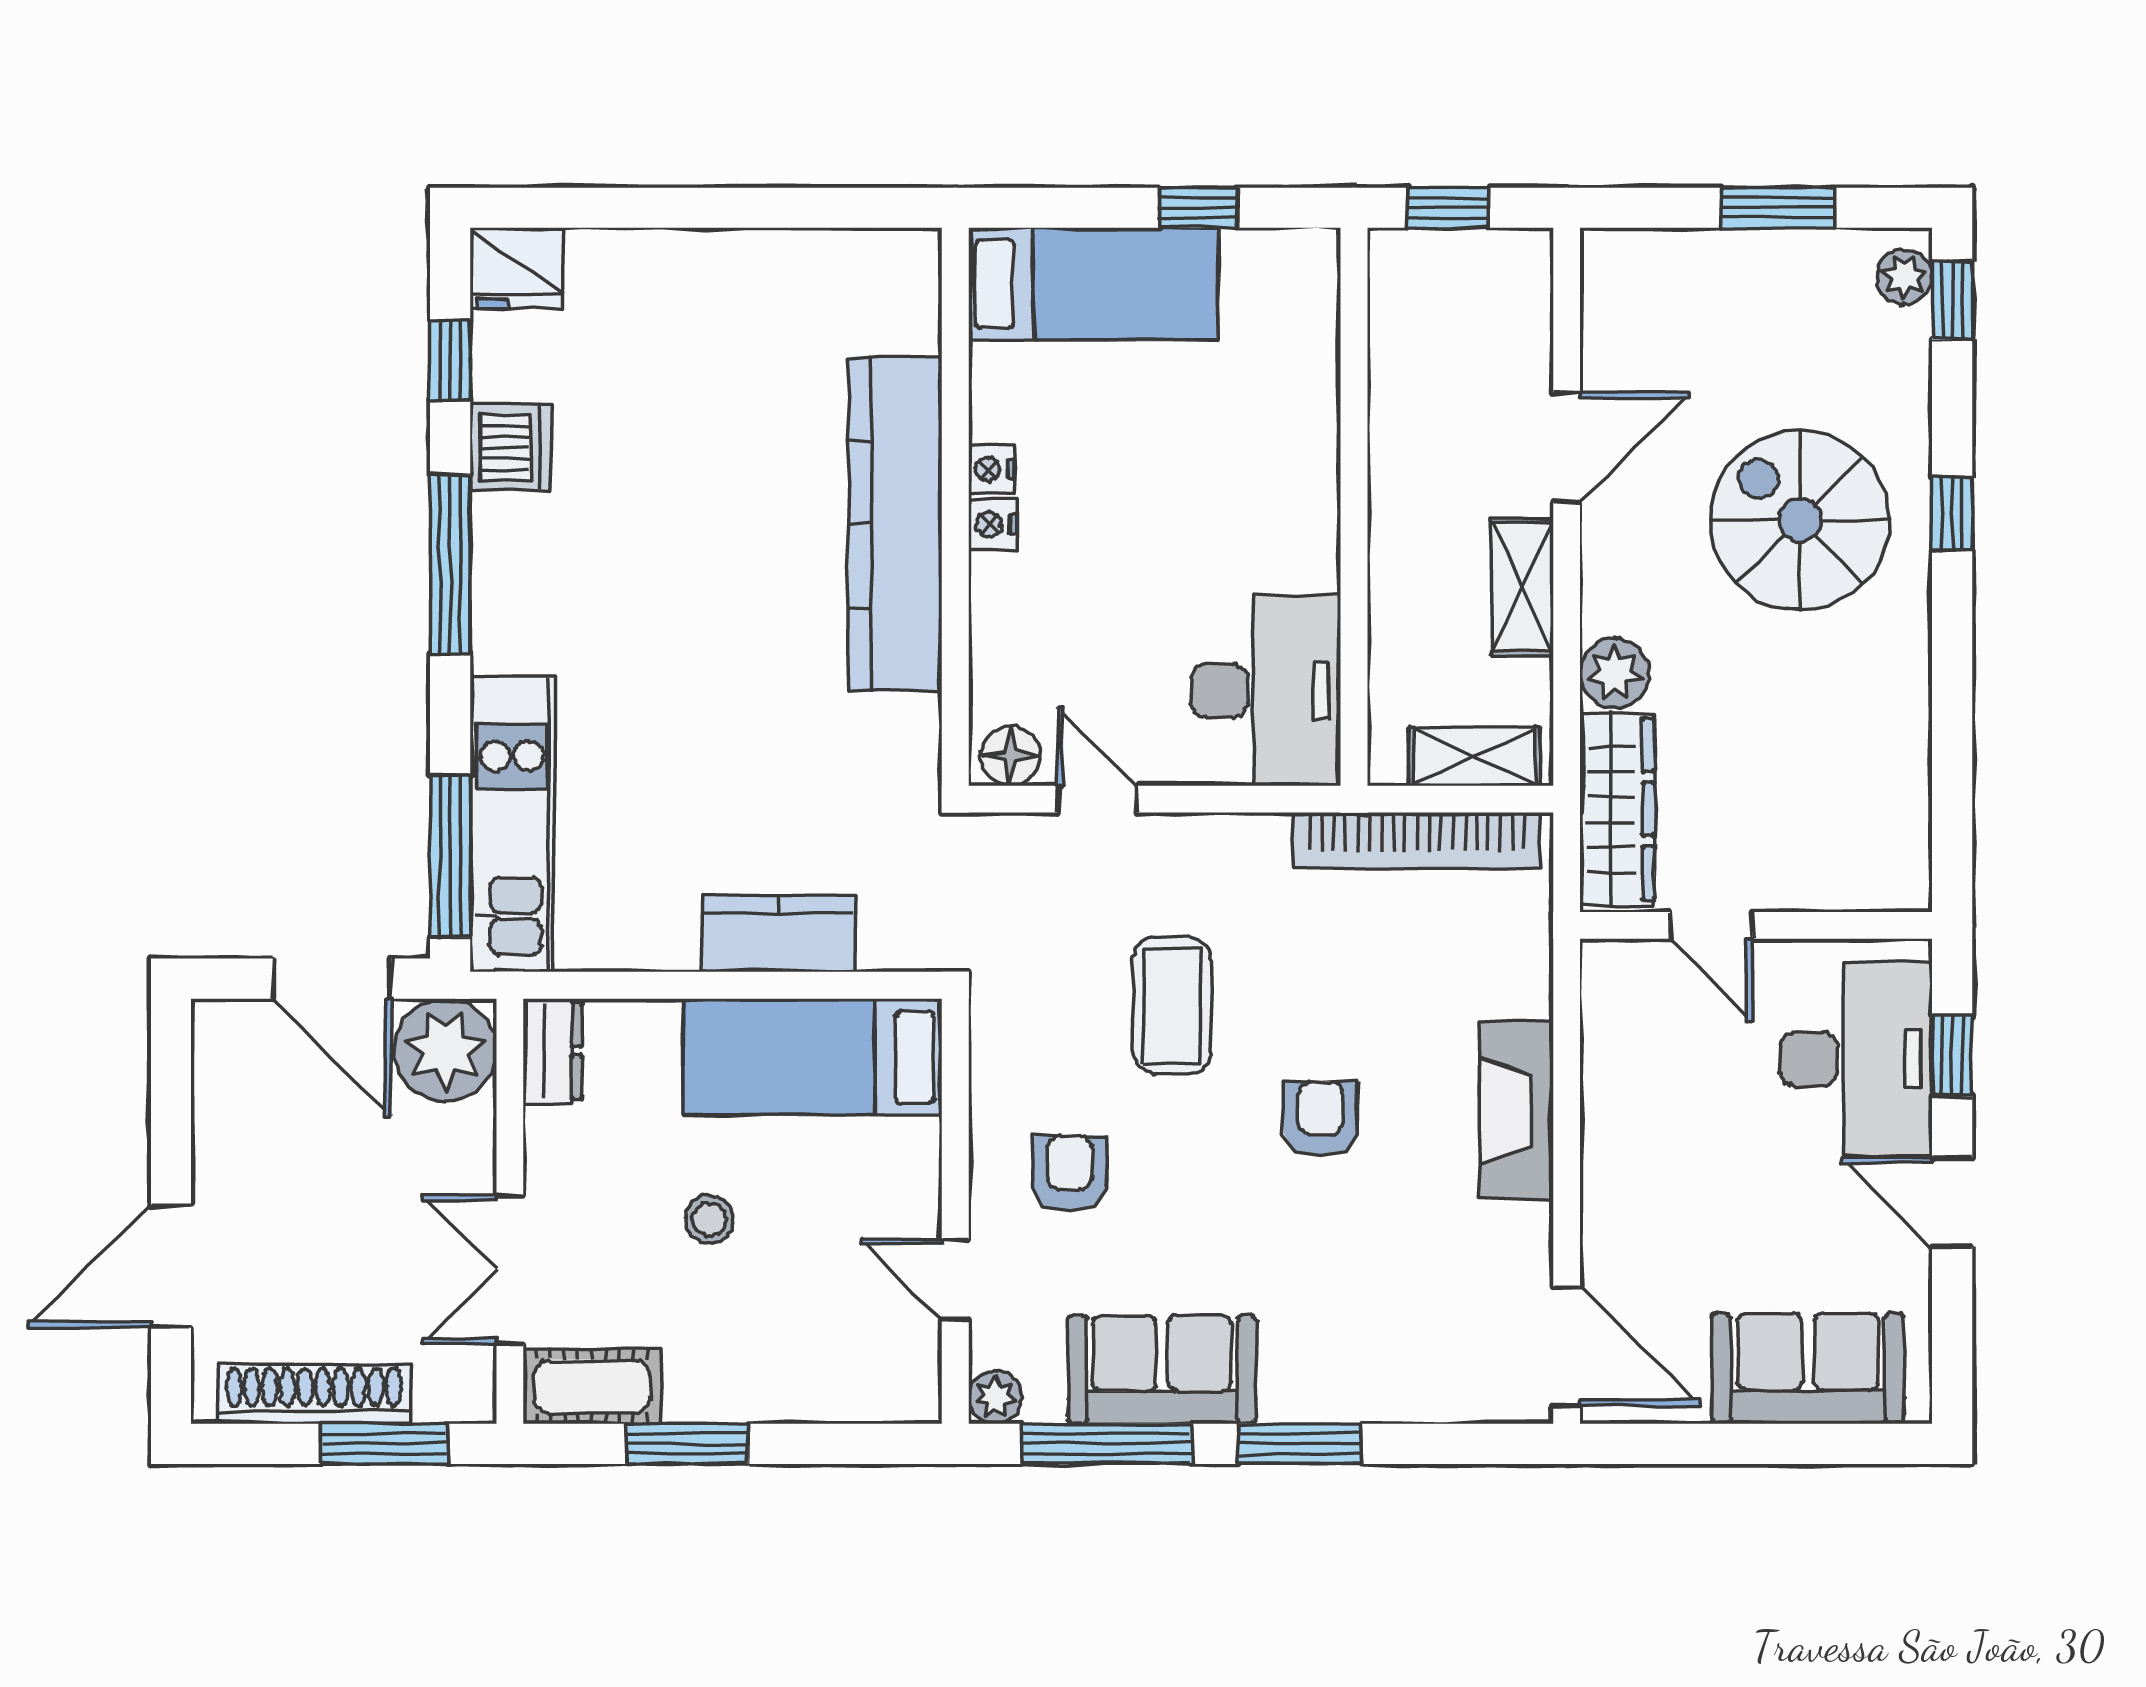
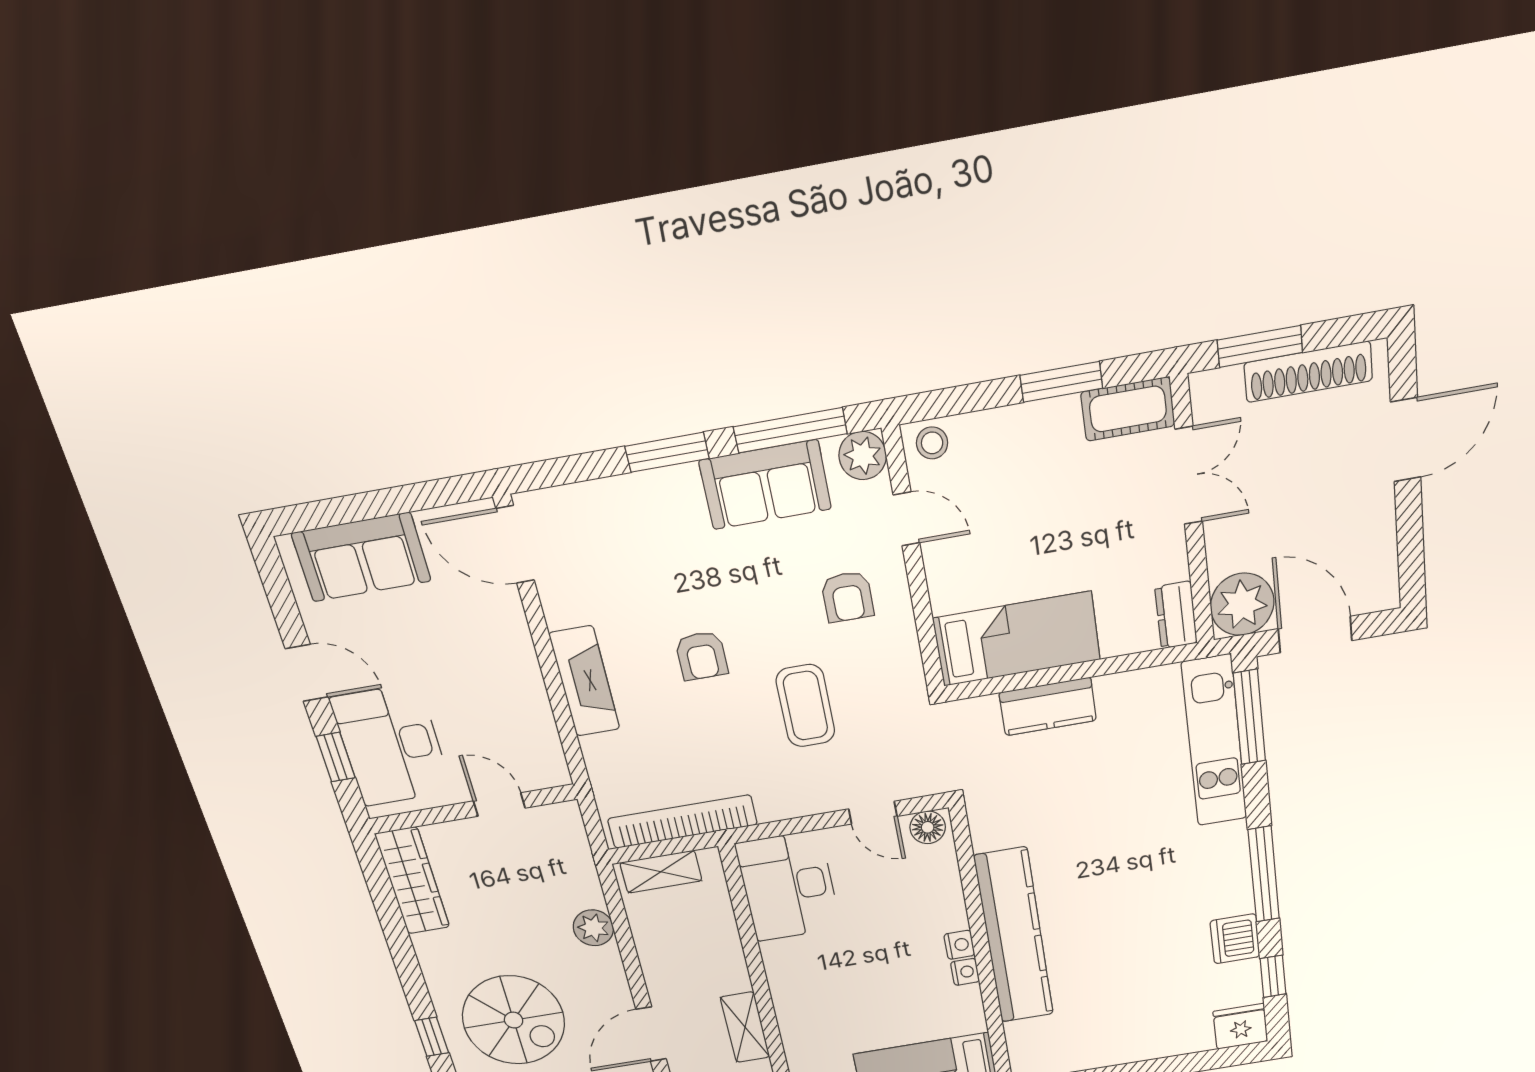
shelving: (1522, 587) -> (745, 1027), moved
wardrobe: (1617, 809) -> (412, 881), moved, turned 180
stool: (709, 1219) -> (932, 443), moved
plant: (995, 1397) -> (863, 456), width x1.38, depth x1.38

